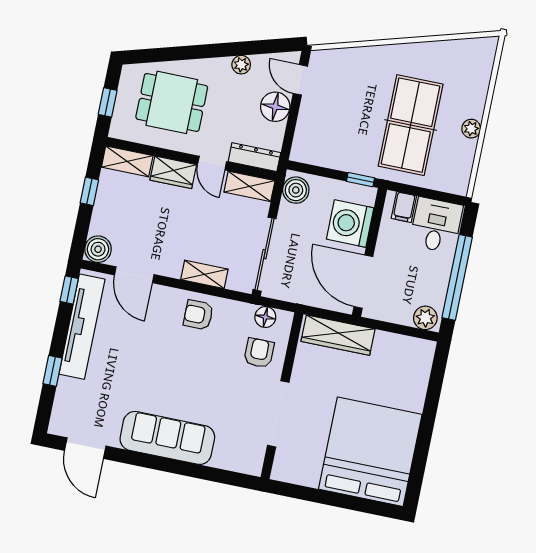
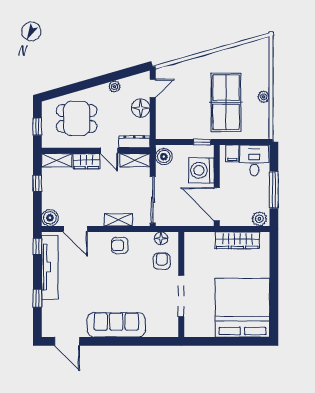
door: (300, 80) -> (153, 88), swing flipped
window: (457, 277) -> (274, 190), width x0.68
wardrobe: (338, 335) -> (237, 240), moved

